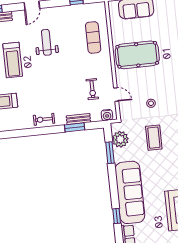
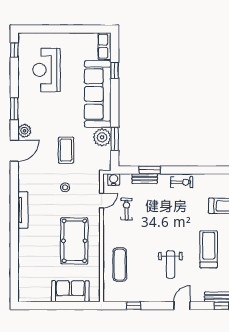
pool table: (137, 55) -> (74, 241), turned 90
door: (116, 95) -> (102, 201), swing flipped
plant: (120, 139) -> (102, 137), moved

